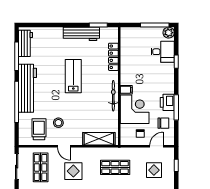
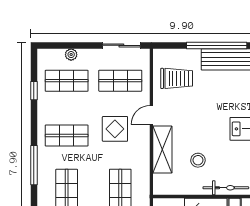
stool: (58, 123) -> (198, 160), moved
shelving: (99, 139) -> (162, 150), moved

